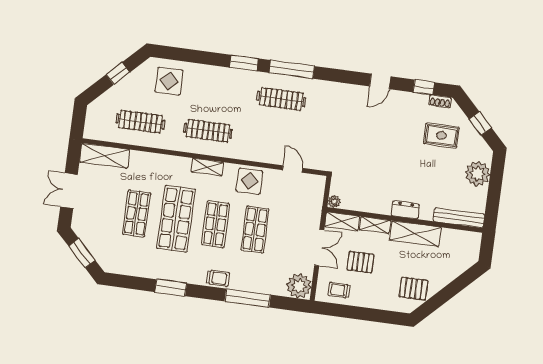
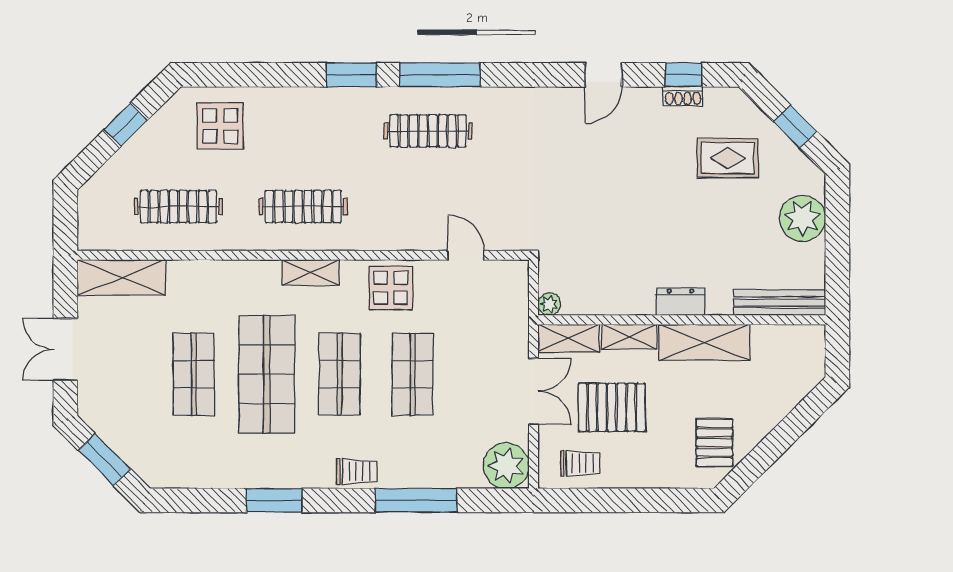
shoe rack: (440, 101) -> (683, 96), moved
pallet: (360, 262) -> (612, 407), width x1.50, depth x1.42
pallet: (413, 289) -> (714, 443), turned 90
trolley: (339, 290) -> (580, 463), turned 180

